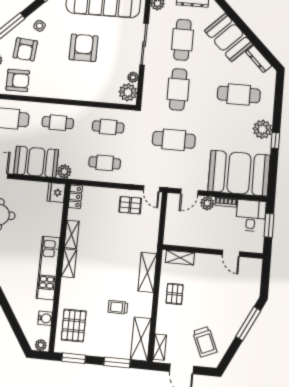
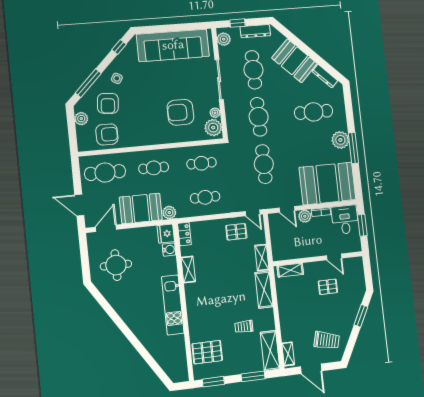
armchair: (84, 48) -> (180, 112), moved, turned -90
cafe table: (174, 140) -> (264, 164), turned 90
window: (275, 140) -> (353, 148), width x2.17
door: (189, 192) -> (287, 209), hinge flipped
shelving: (69, 263) -> (262, 258), moved
pallet: (175, 294) -> (328, 287), moved, turned 90
water cooler: (45, 318) -> (169, 250), moved
window: (248, 324) -> (361, 316), width x0.69
pallet: (74, 325) -> (207, 352), turned 90
trolley: (205, 342) -> (327, 340), turned -53
plant: (41, 345) -> (181, 377), removed

